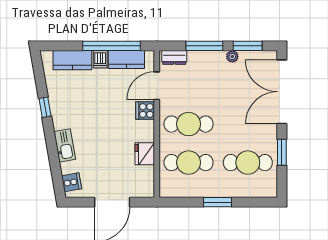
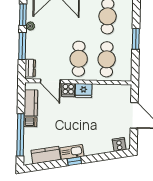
window: (112, 46) -> (20, 135), moved
kitchen counter: (72, 60) -> (46, 155), moved, turned -100
window: (45, 107) -> (74, 161), moved
kitchen sink: (65, 145) -> (72, 152), moved
fridge: (145, 154) -> (84, 91), moved

